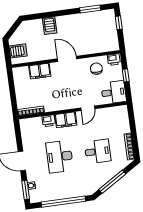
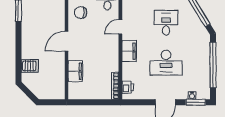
server rack: (50, 26) -> (30, 66), moved
server rack: (18, 51) -> (52, 91), removed
door: (88, 108) -> (120, 27), swing flipped
printer: (49, 121) -> (128, 87), moved

